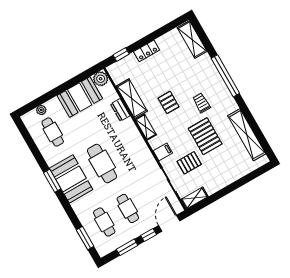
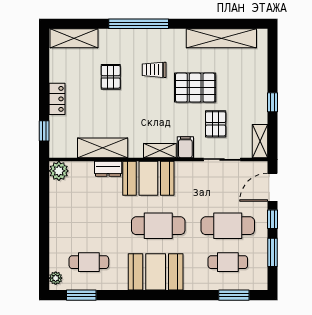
booth: (80, 97) -> (148, 178), moved, turned 90
pallet: (169, 102) -> (111, 77), moved, turned 90
plant: (41, 110) -> (56, 278), moved
shelving: (146, 127) -> (160, 151), moved
window: (52, 181) -> (81, 295), moved
window: (224, 192) -> (272, 102), added
cafe table: (128, 208) -> (228, 226), width x1.37, depth x1.35
door: (169, 223) -> (272, 187), hinge flipped

